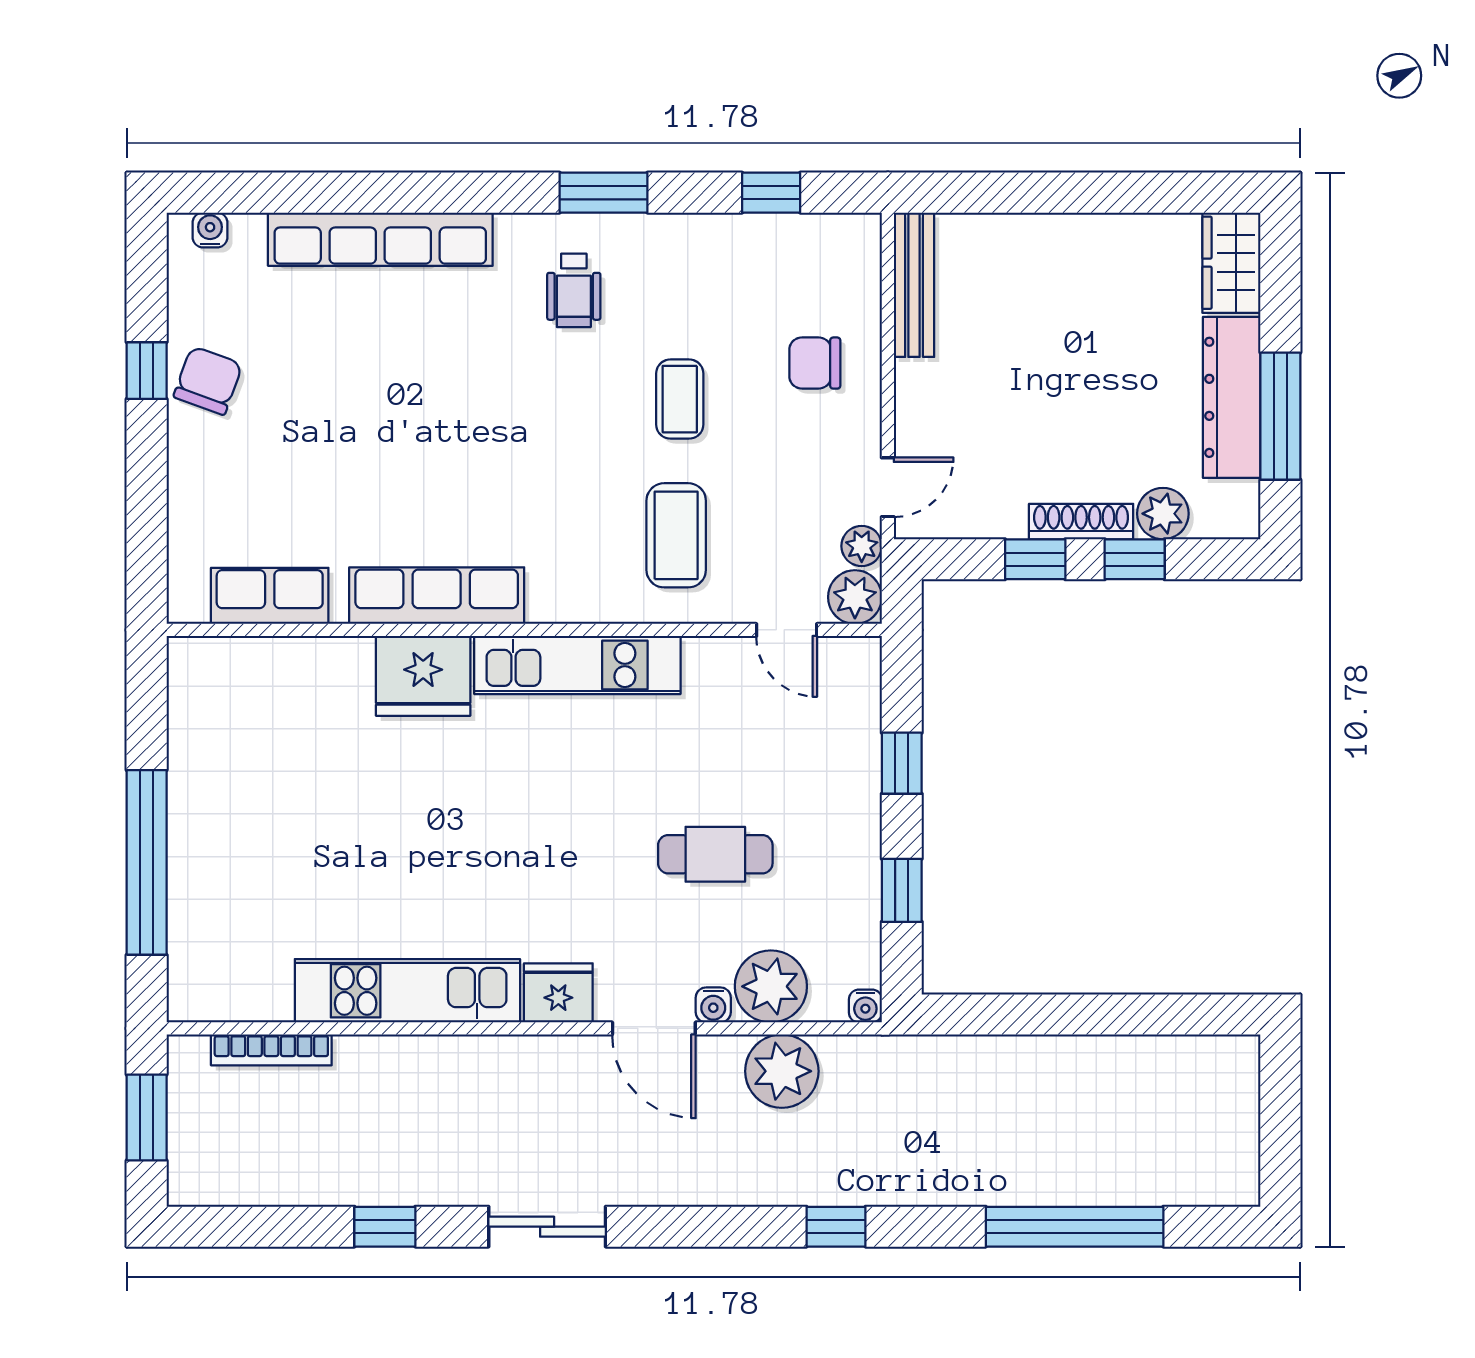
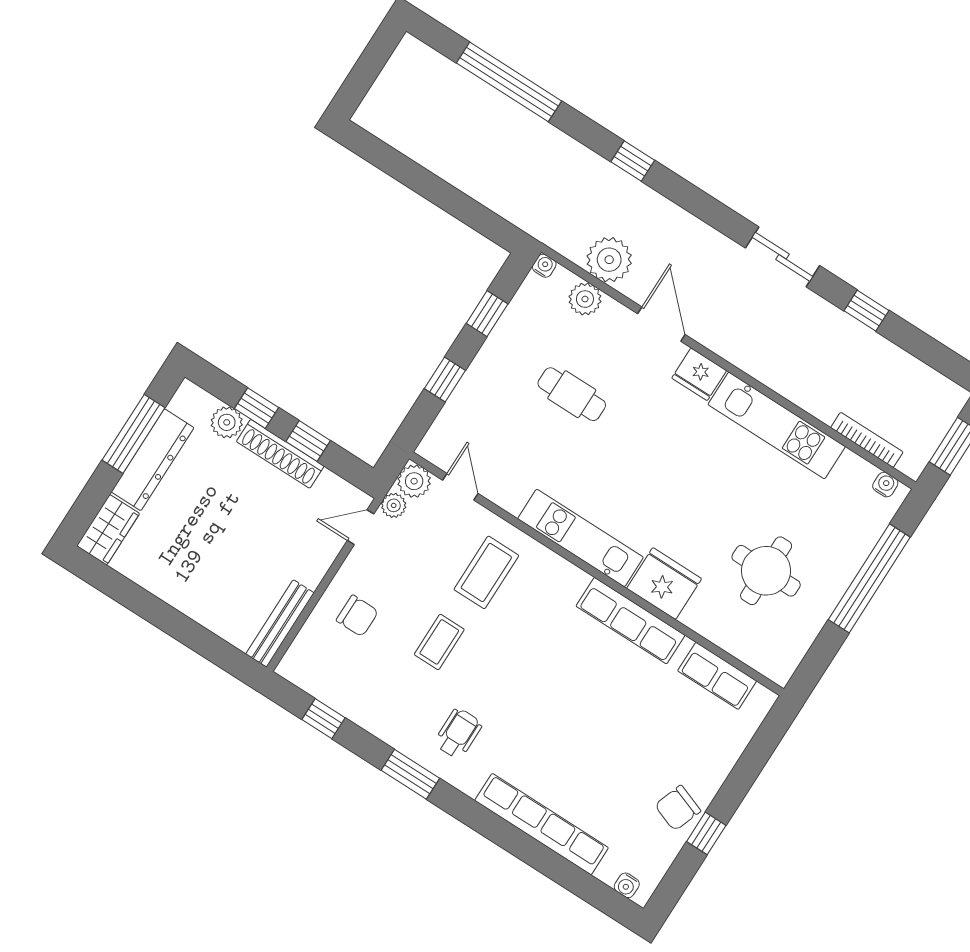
shoe rack: (1081, 522) -> (280, 454), width x1.36, depth x1.24
round table: (295, 783) -> (766, 571), added
plant: (771, 986) -> (585, 299), width x0.73, depth x0.73
water cooler: (713, 1005) -> (885, 485), moved

